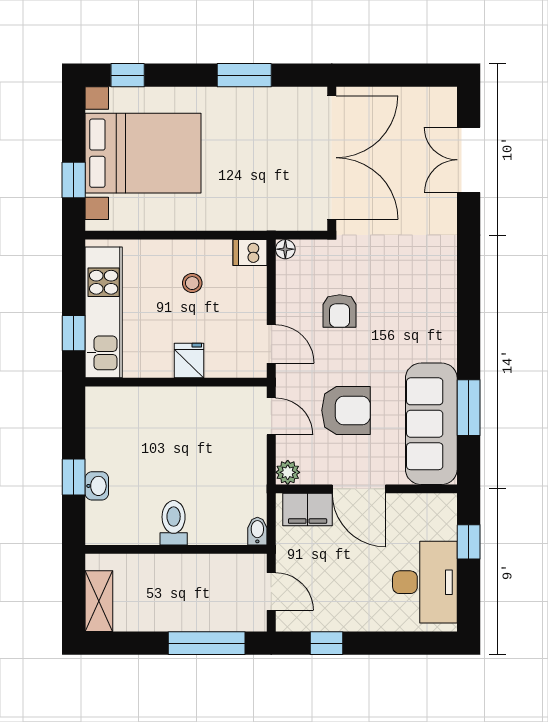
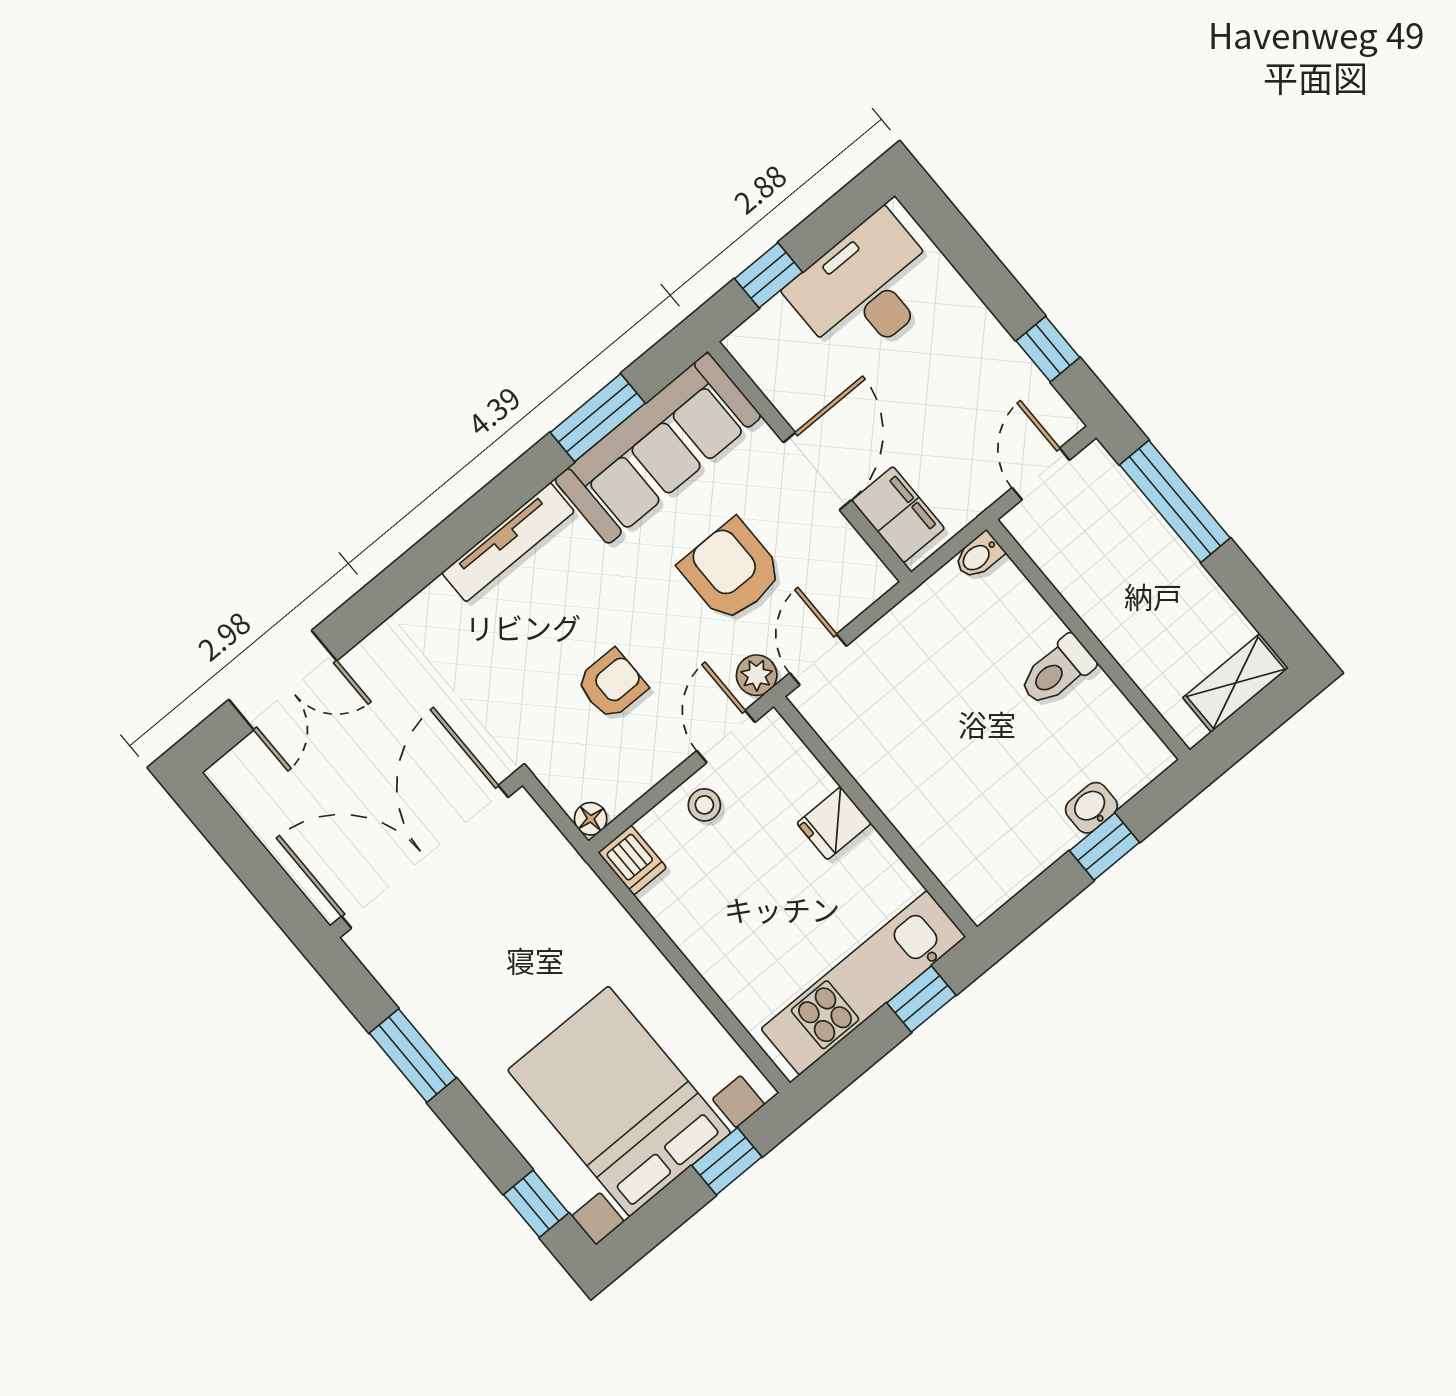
stool: (192, 283) -> (704, 805), moved
tv unit: (446, 318) -> (508, 542), added
plant: (288, 472) -> (757, 675), moved

